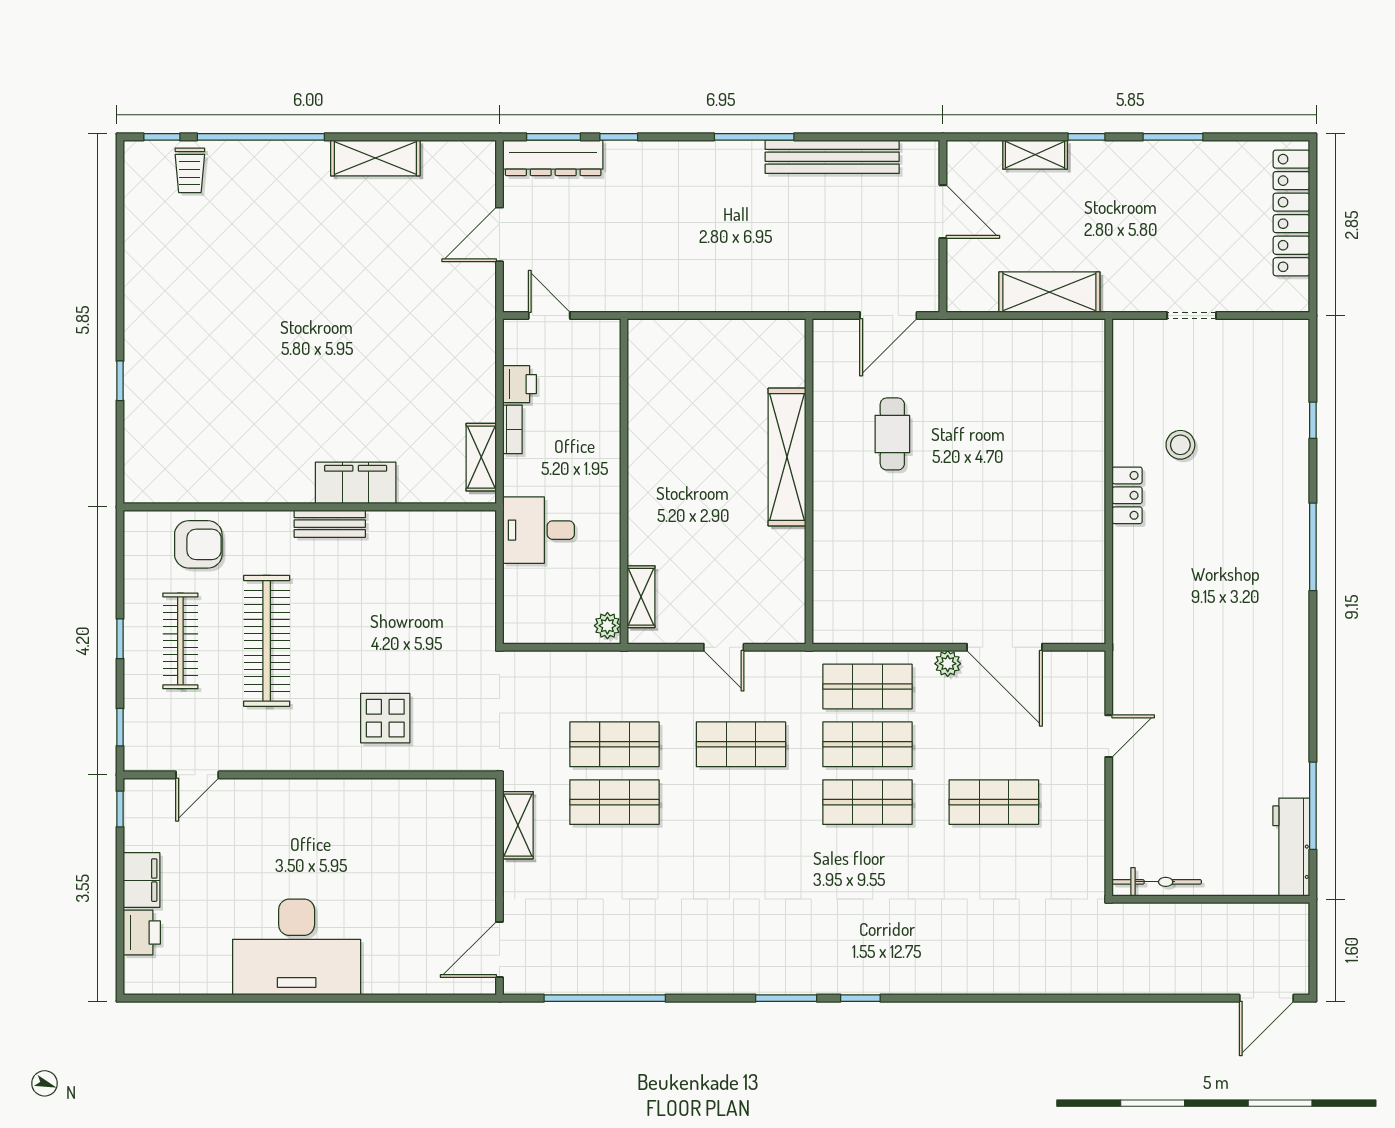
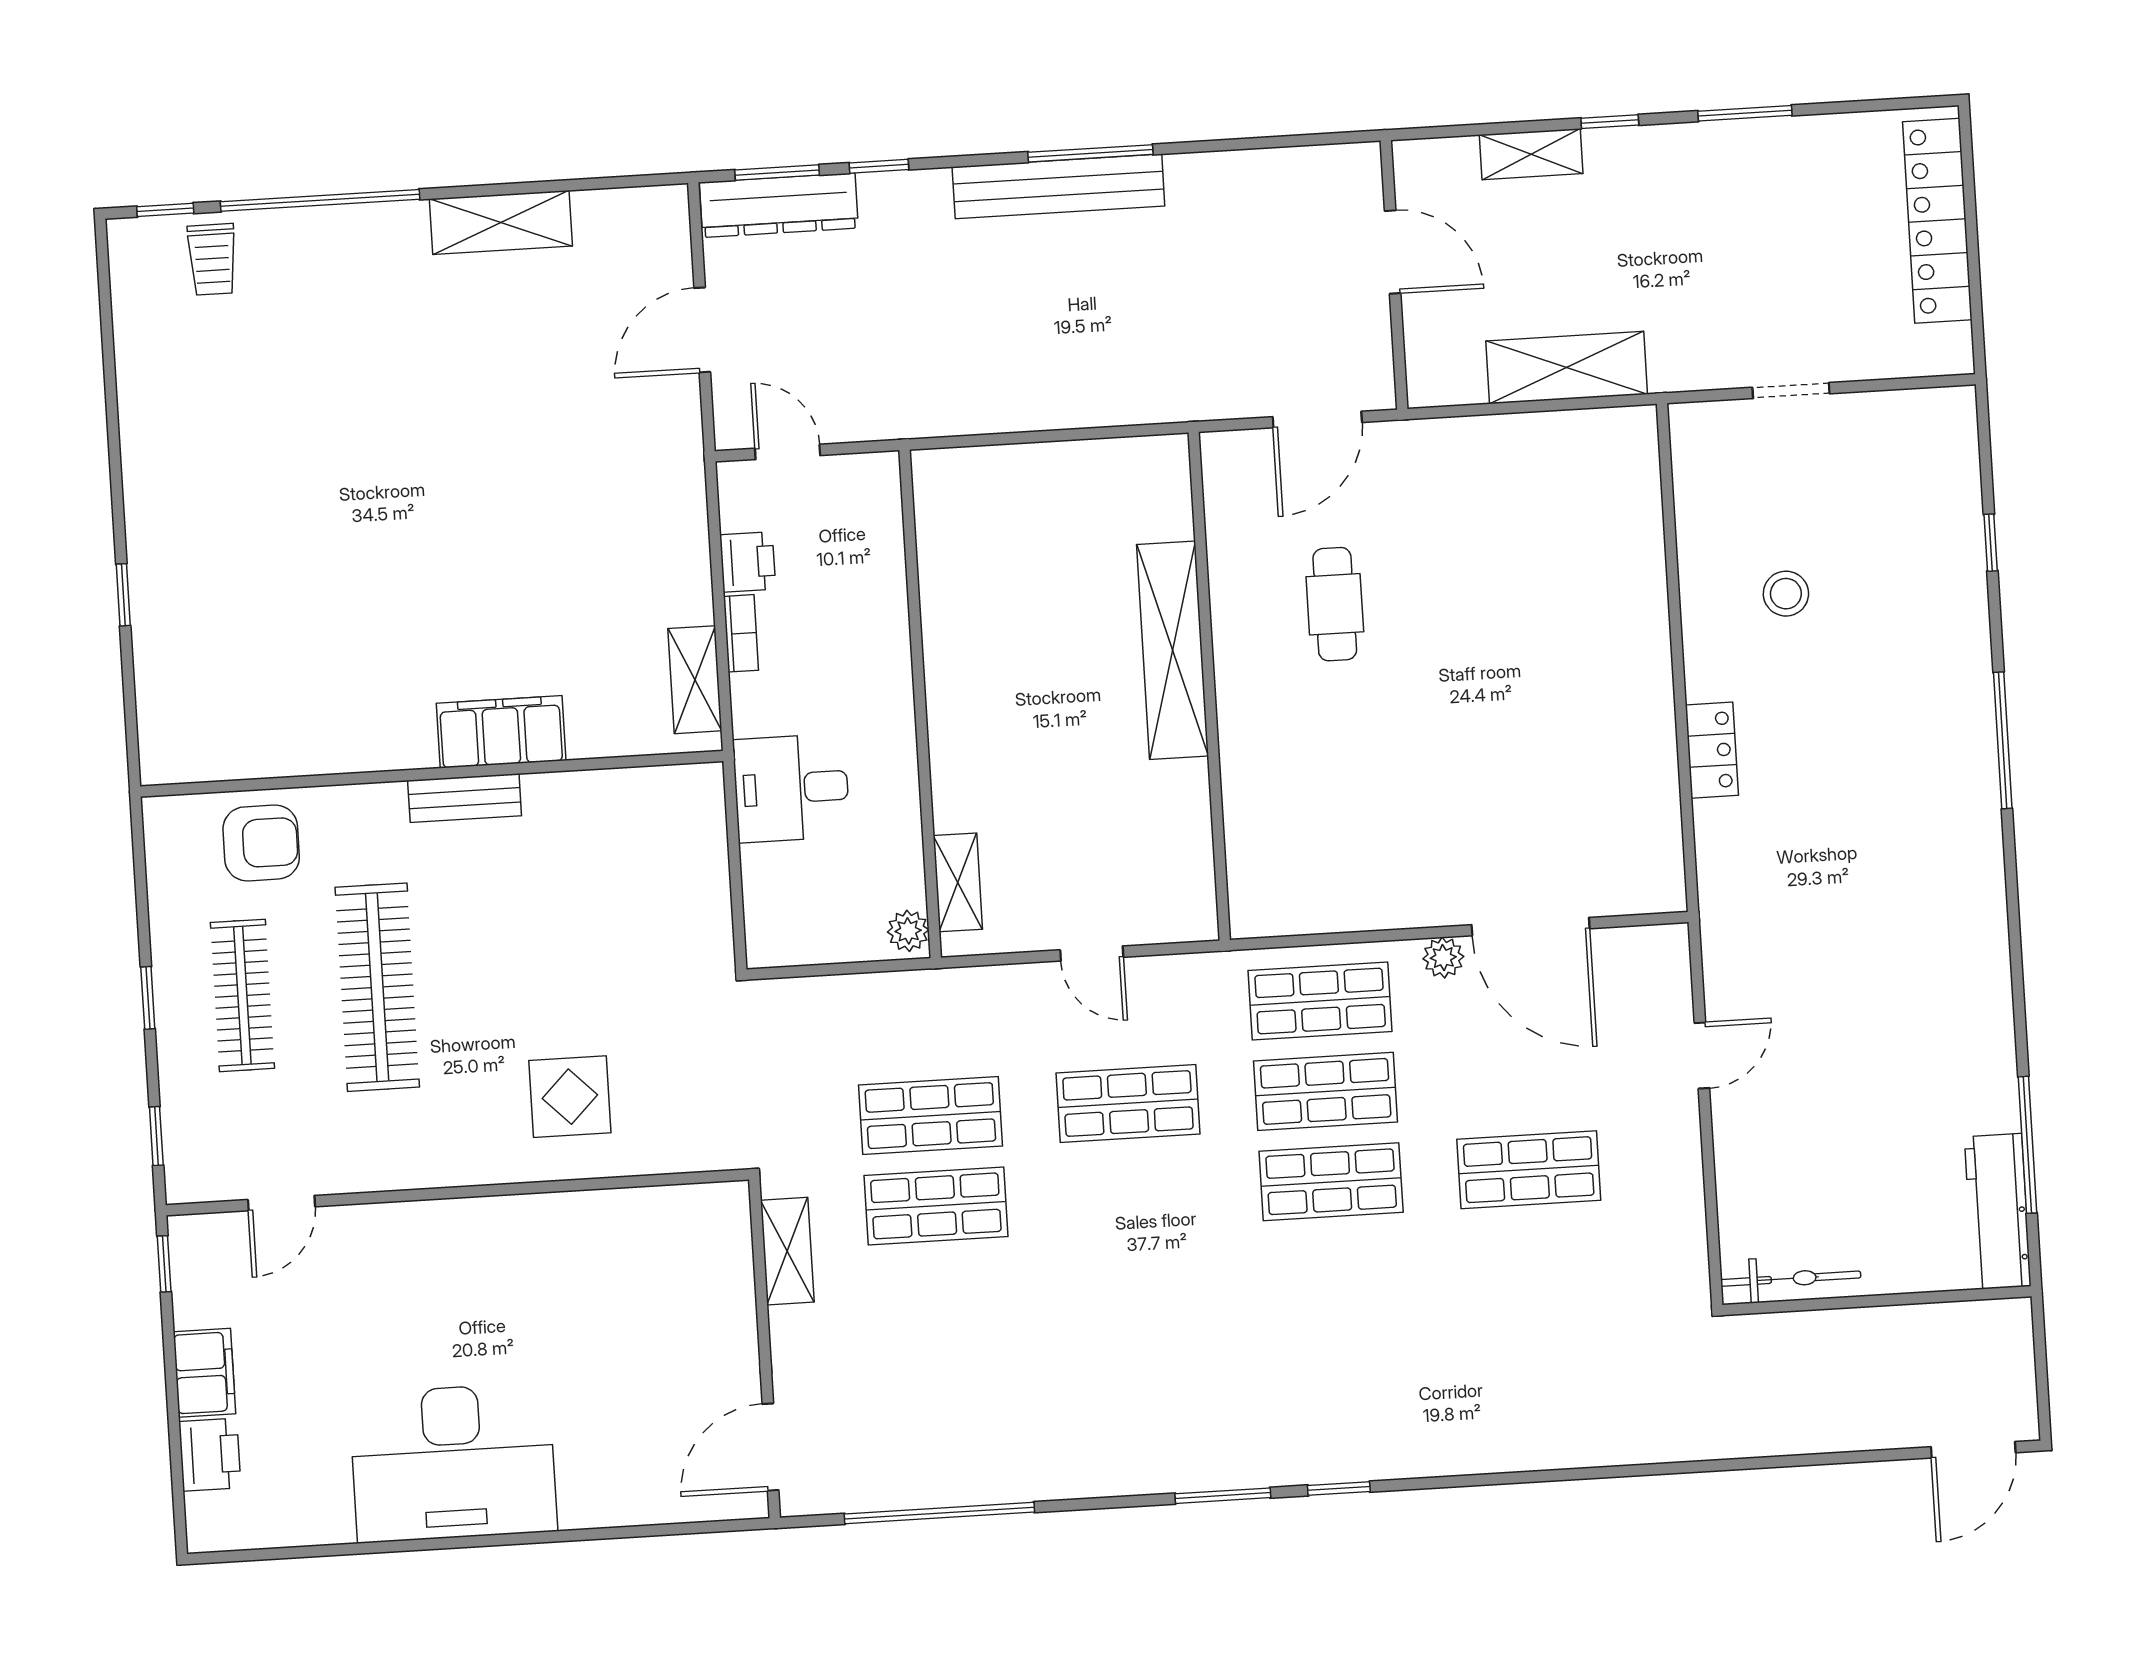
bench: (832, 157) -> (1058, 186), moved
locker: (1127, 495) -> (1712, 750), moved

